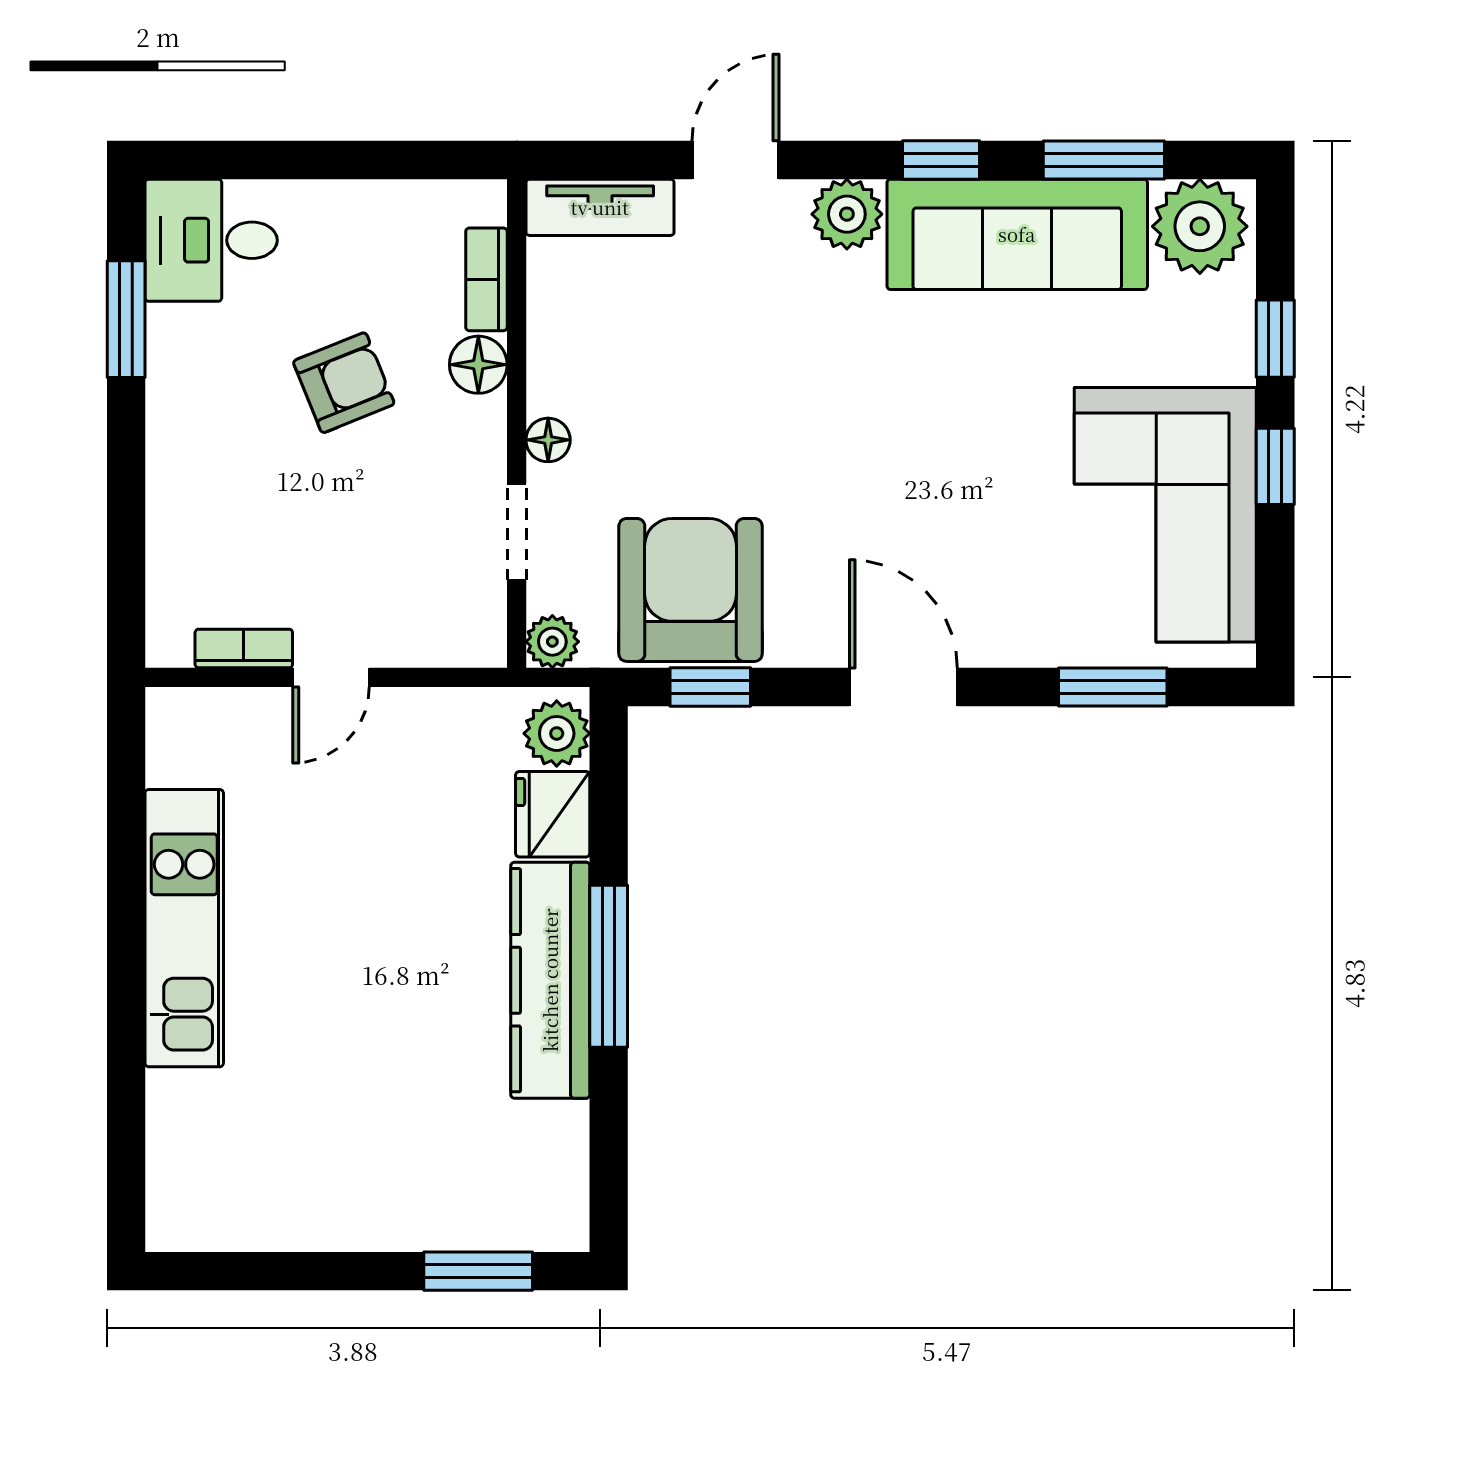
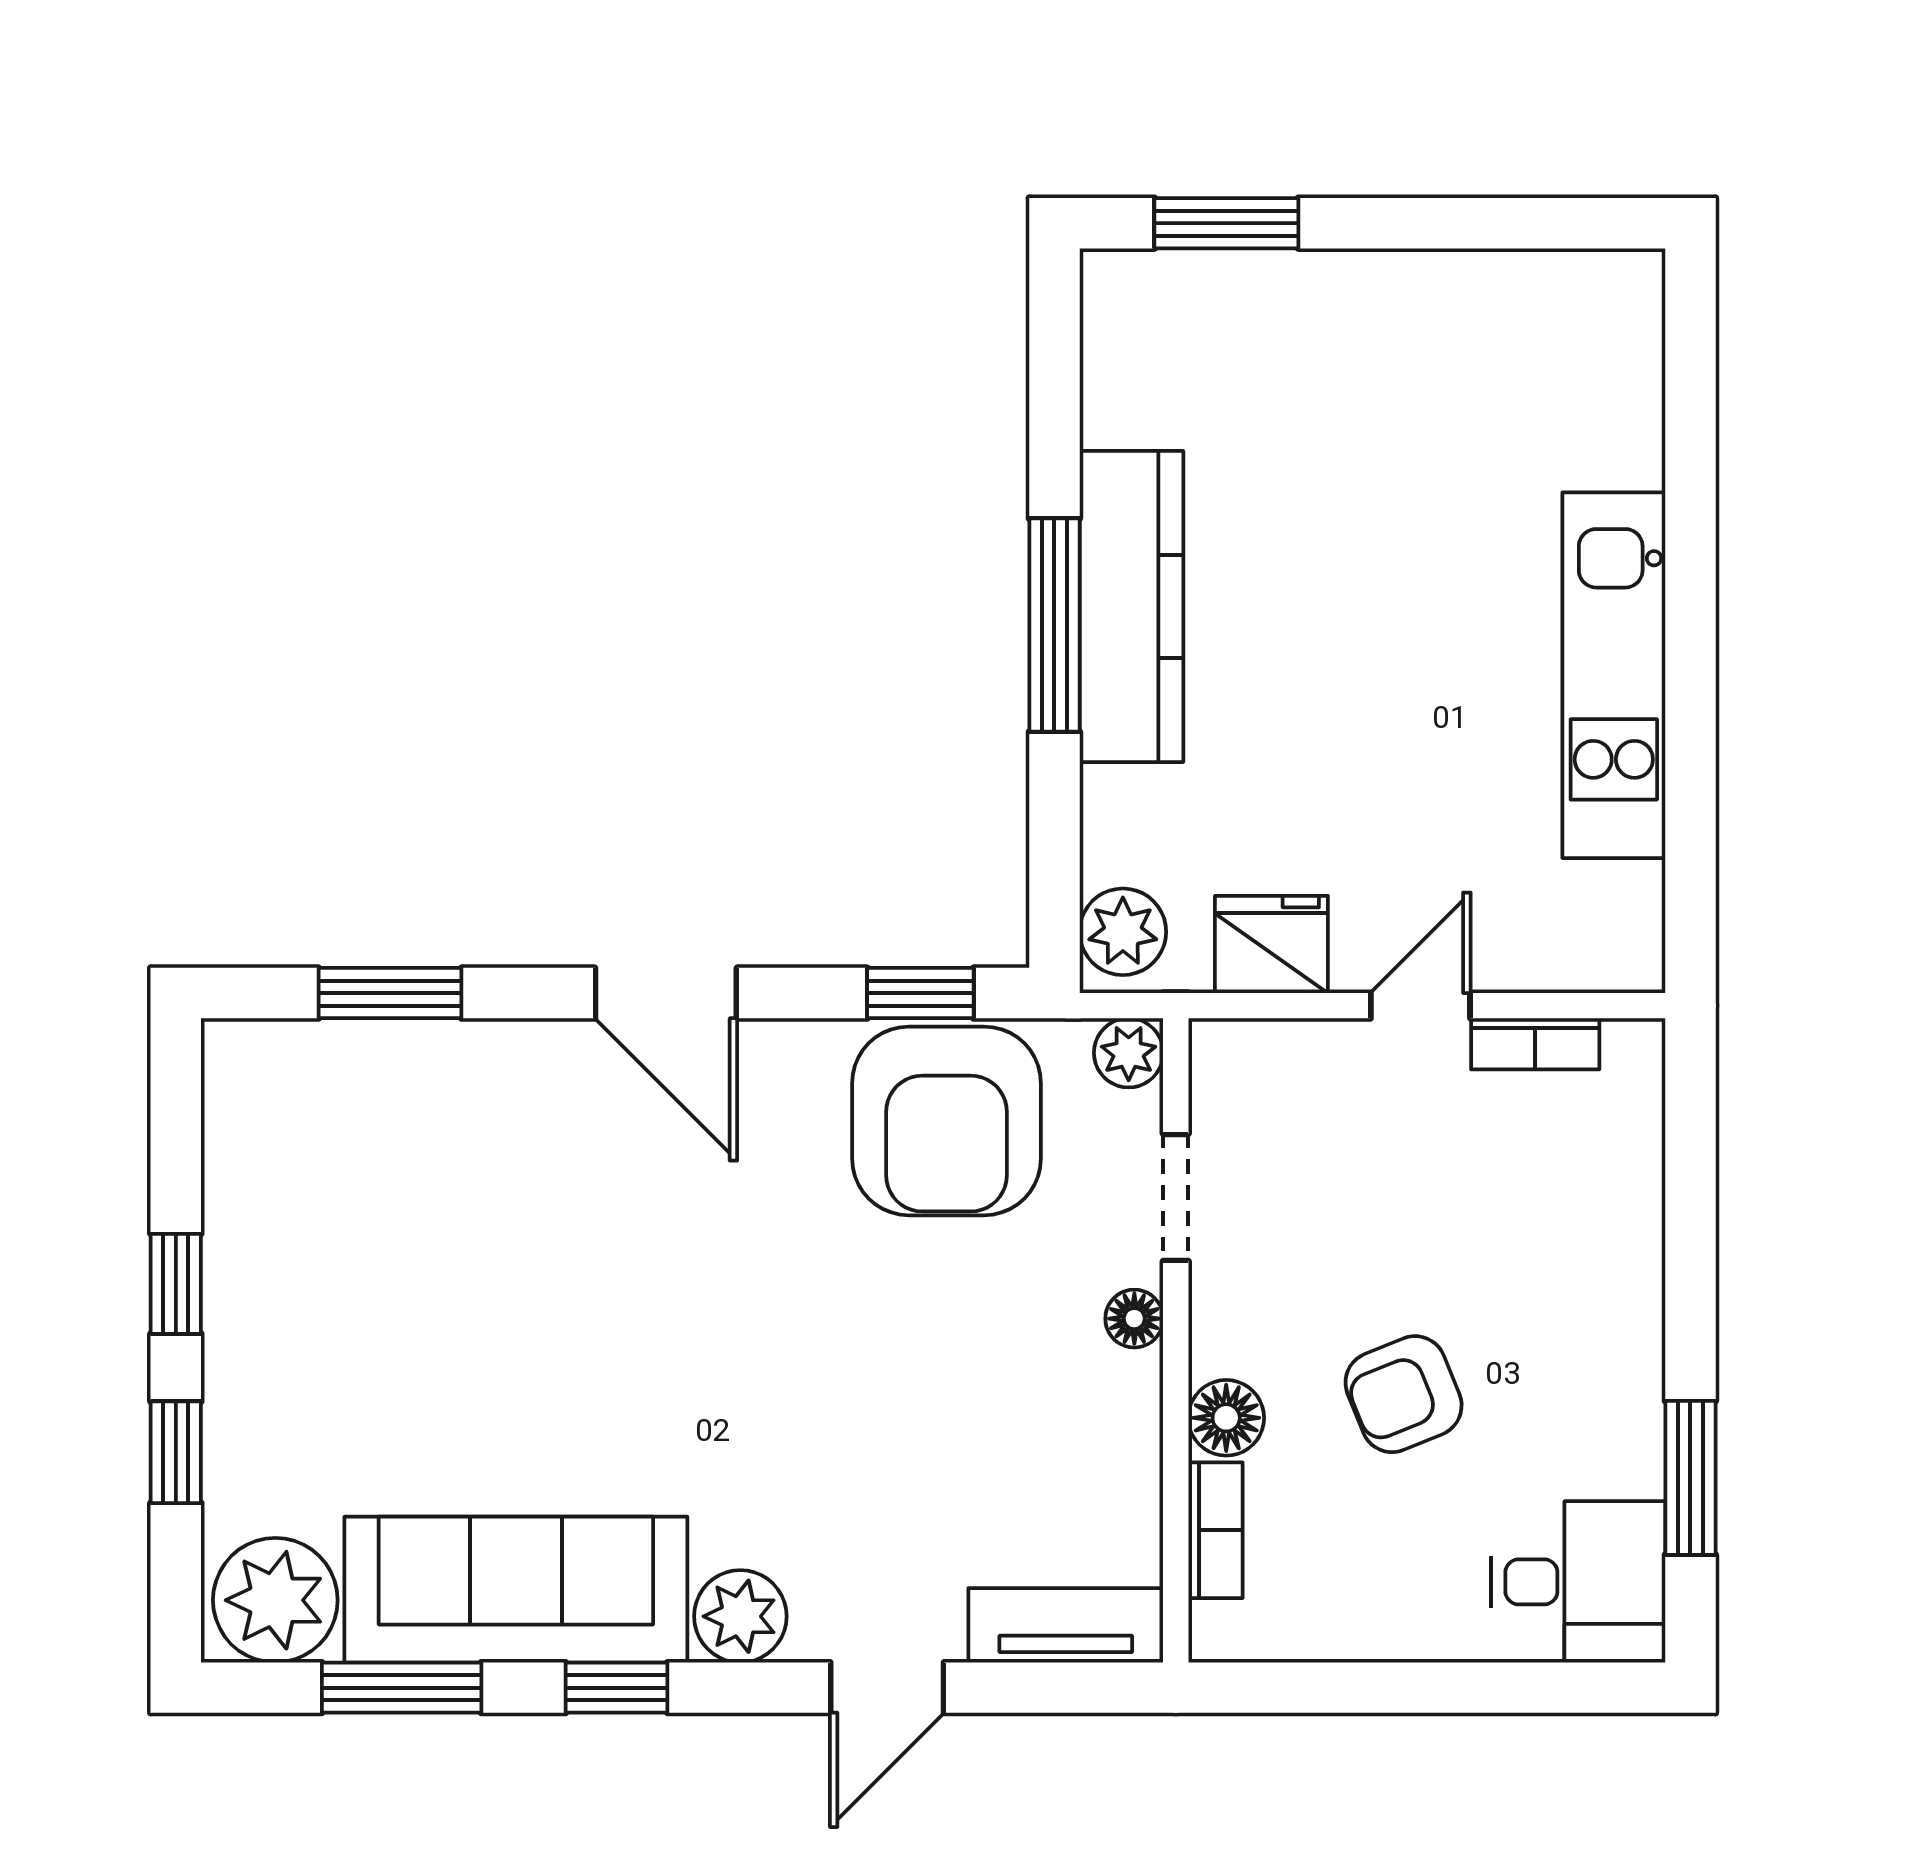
corner sofa: (1165, 515) -> (321, 1220), removed
fridge: (553, 814) -> (1271, 944), moved, turned -90

